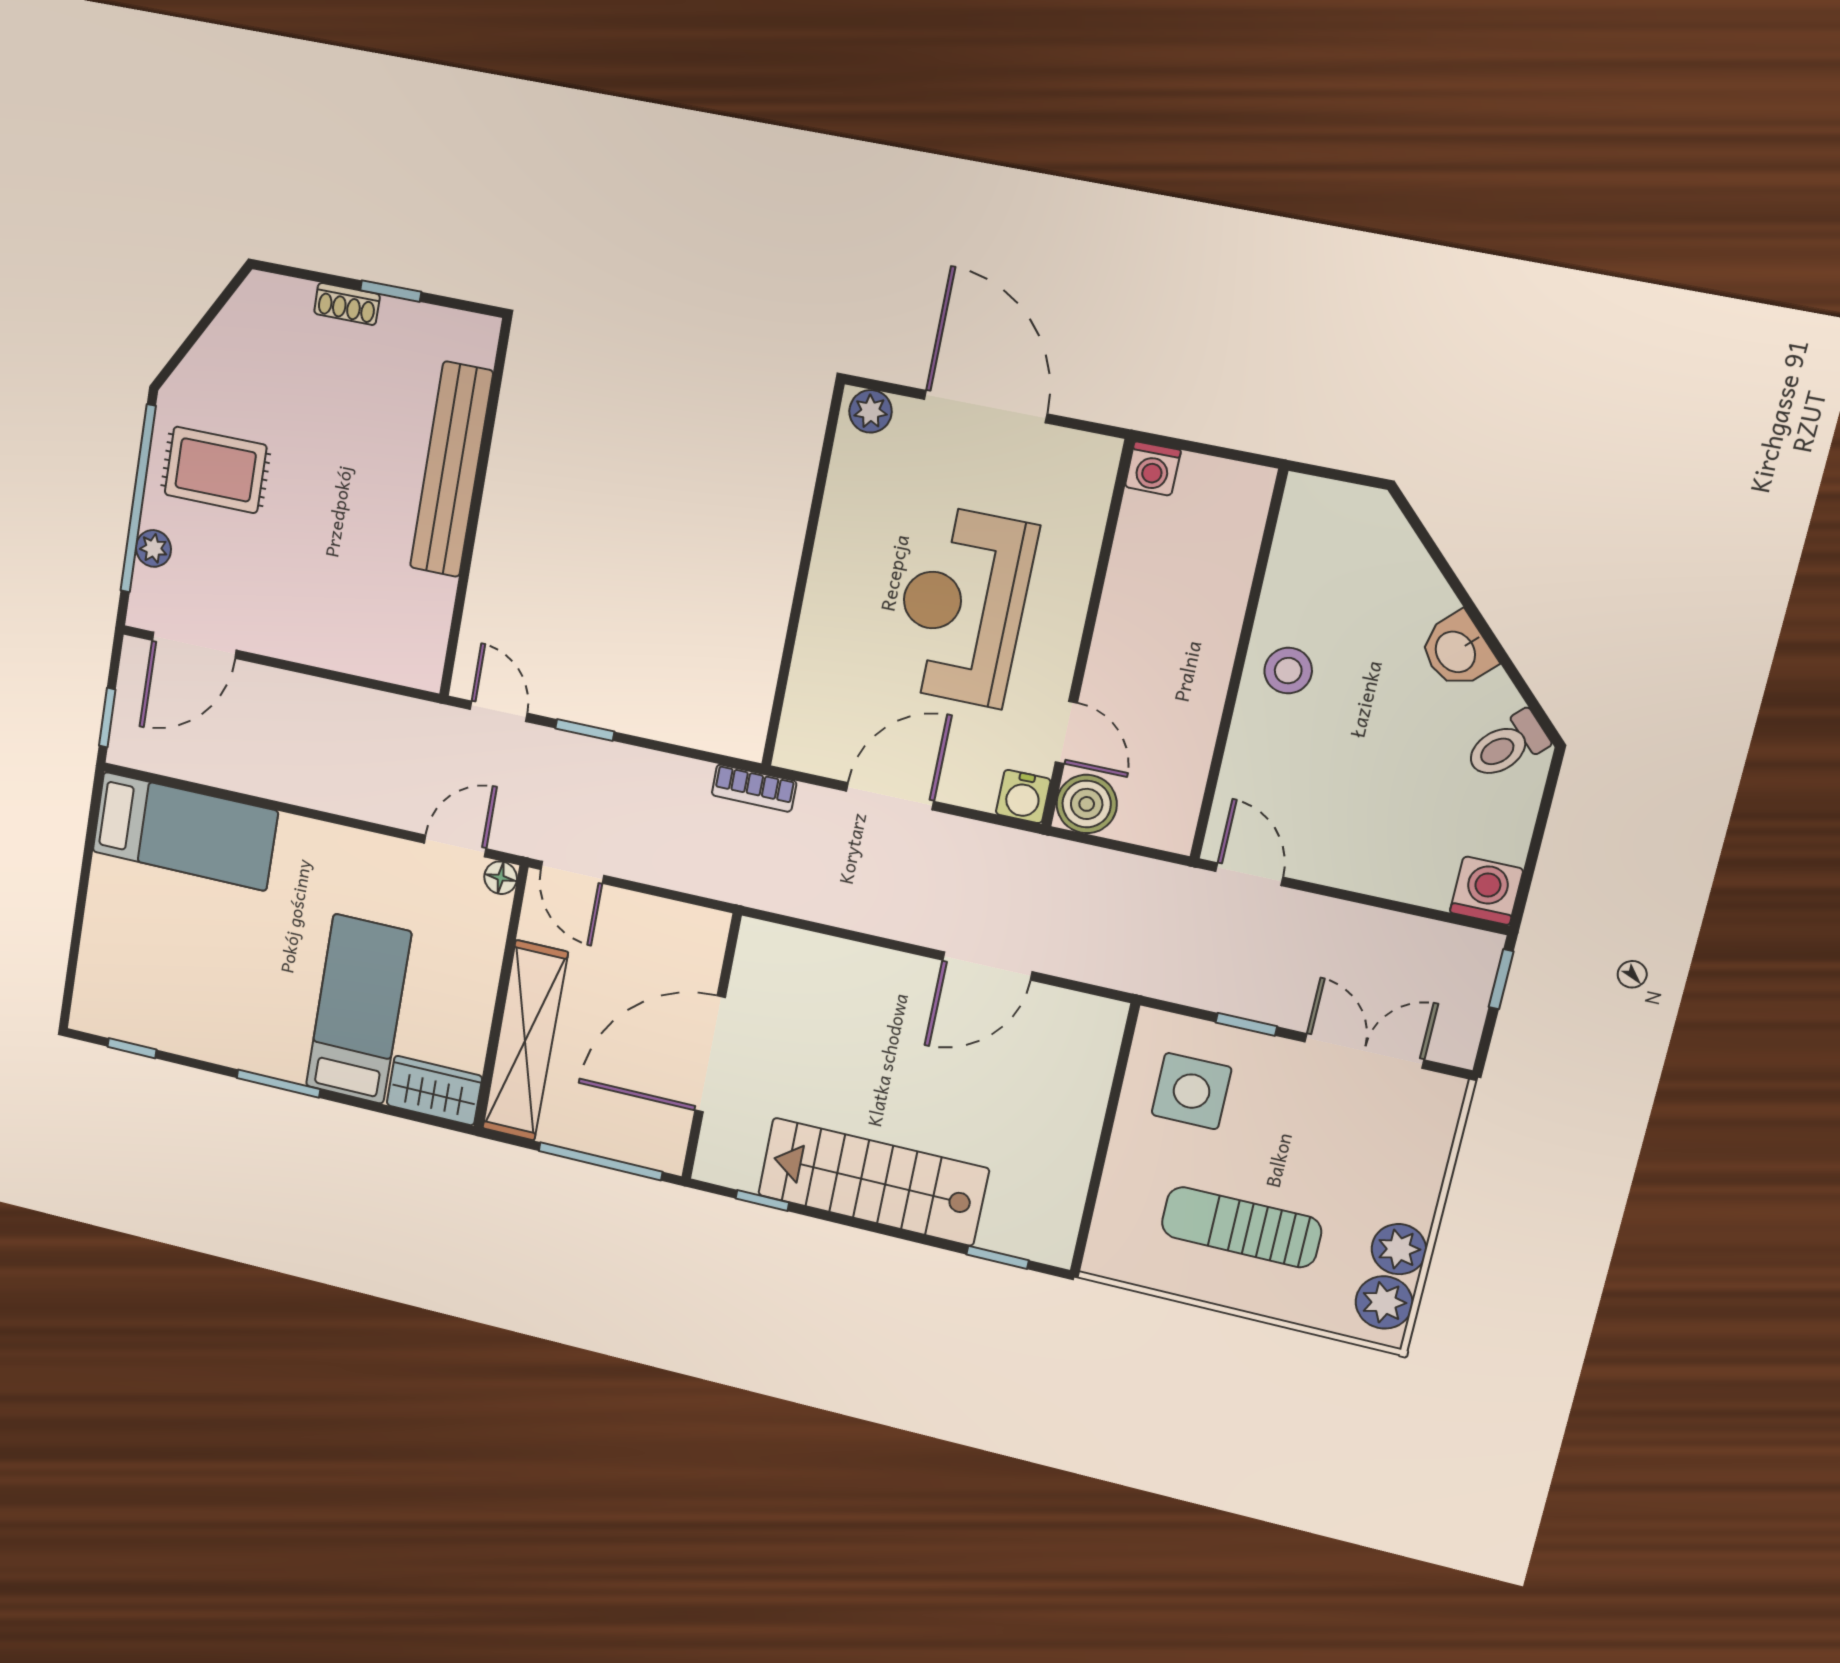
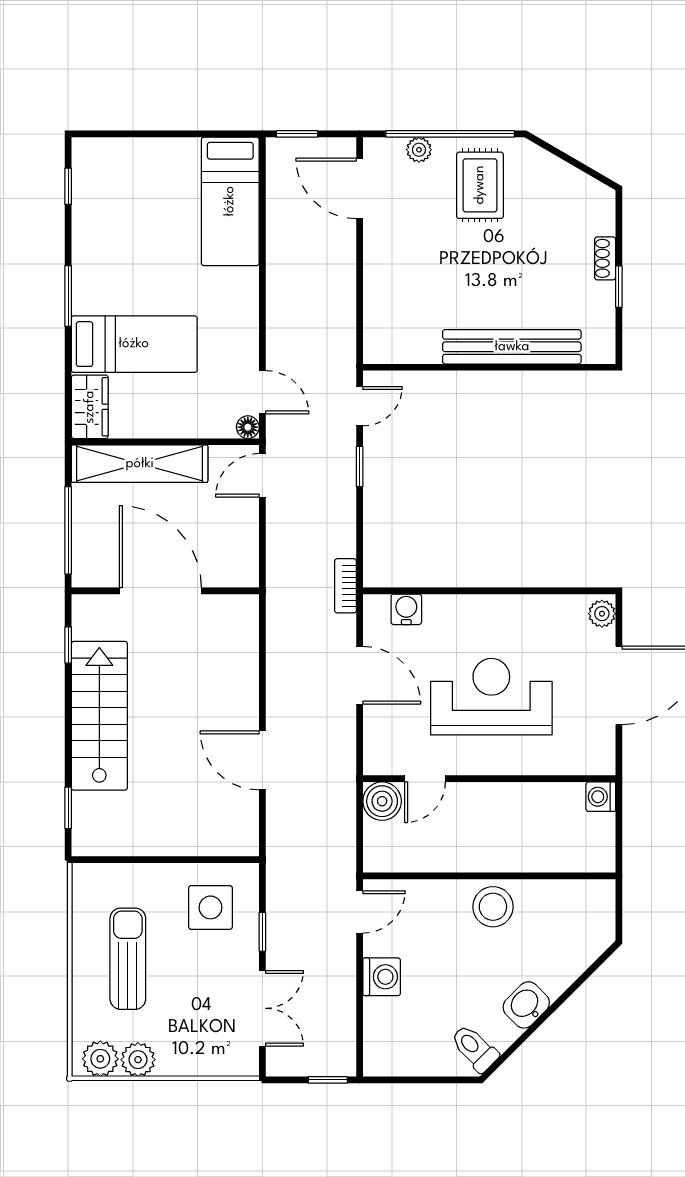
stool: (1288, 671) -> (493, 907), width x1.38, depth x1.38
water cooler: (1023, 797) -> (406, 609), moved, turned 90
washing machine: (1487, 891) -> (382, 977), moved

